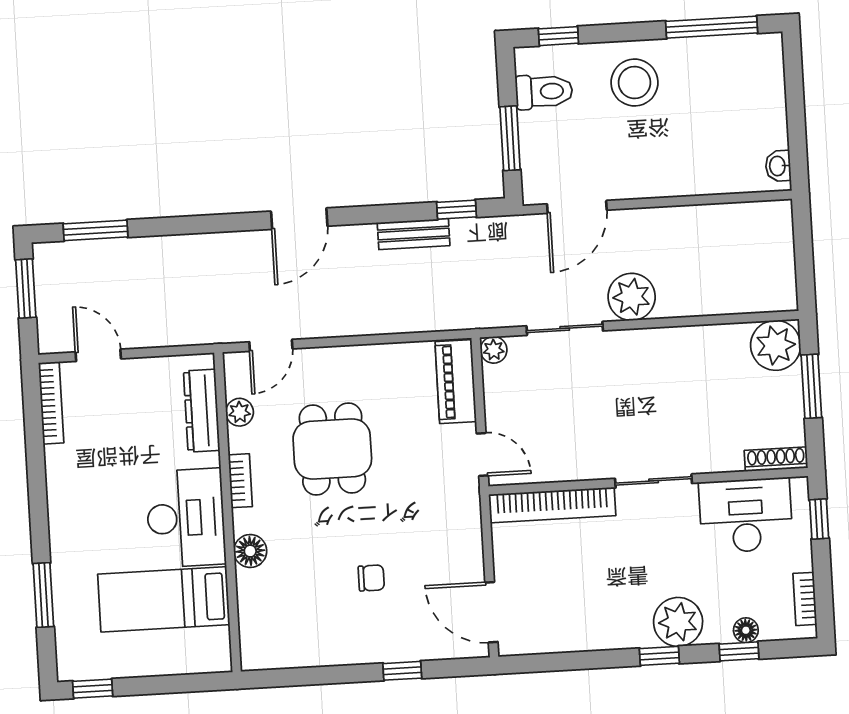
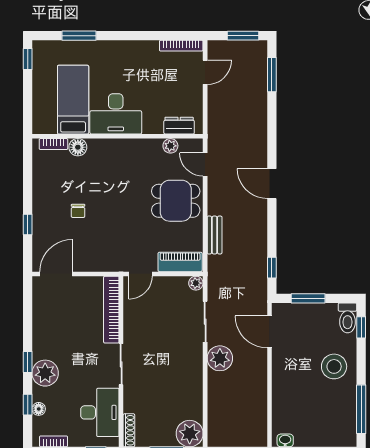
toilet: (544, 92) -> (348, 318), moved
bench: (414, 234) -> (215, 235), moved
dresser: (202, 411) -> (179, 126), width x0.70
dining table: (332, 449) -> (176, 201), moved
bookcase: (240, 481) -> (53, 144), moved
floor lamp: (250, 551) -> (78, 147), moved

